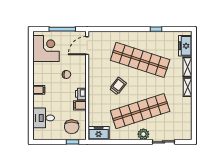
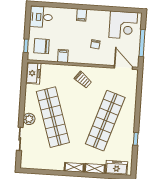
trolley: (118, 86) -> (83, 80), moved
printer: (81, 94) -> (74, 58), removed
desk: (44, 118) -> (41, 17), moved, turned -90

